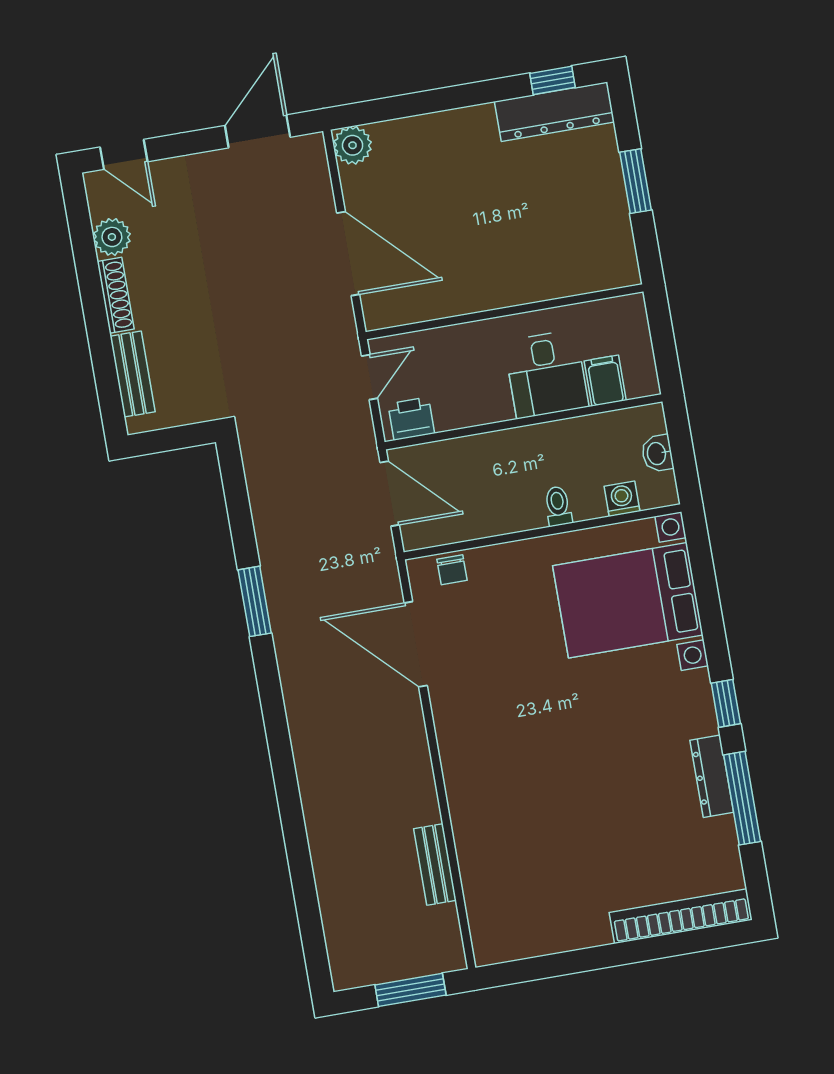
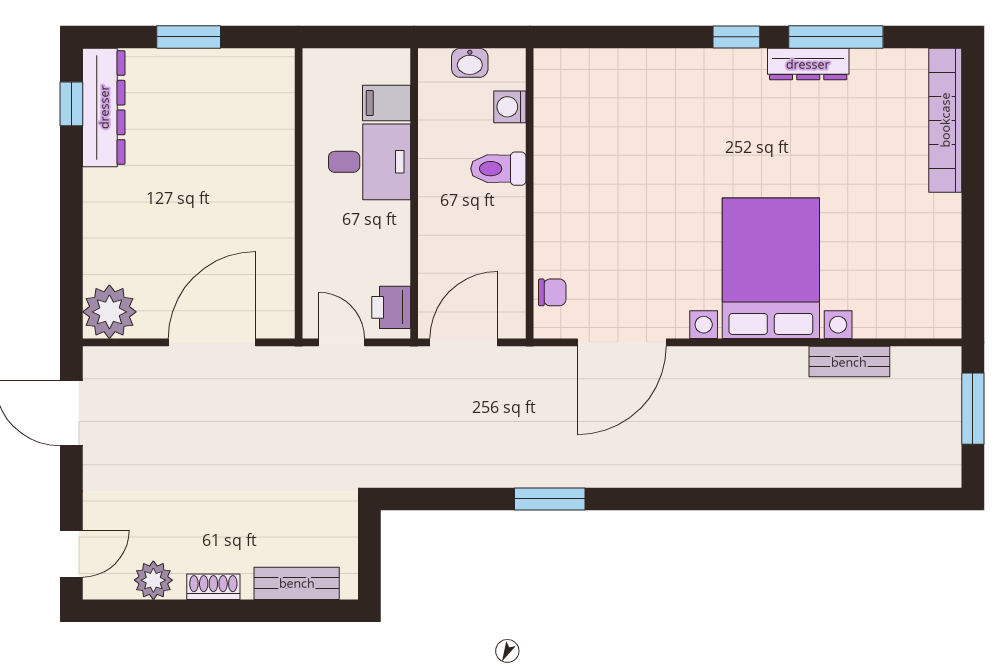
plant: (353, 145) -> (109, 312), width x1.36, depth x1.36
shoe rack: (116, 295) -> (213, 587), width x0.70
toilet: (558, 506) -> (498, 169), width x1.37, depth x1.39
bed with nightstands: (628, 600) -> (771, 268), moved, turned 180

